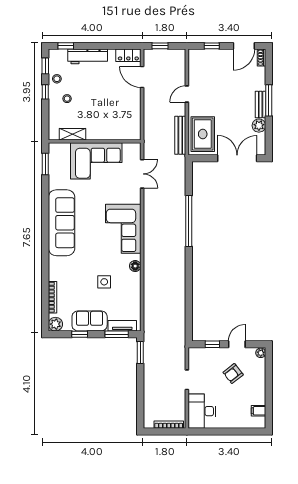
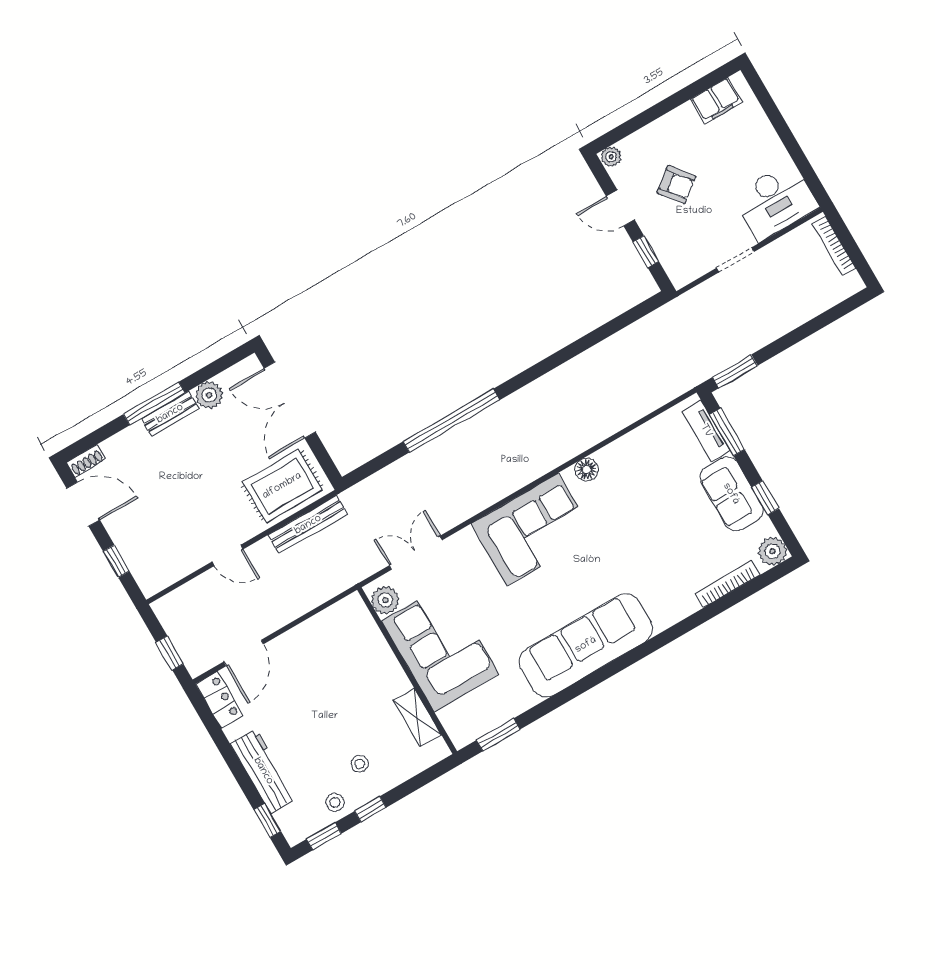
plant: (130, 149) -> (385, 600), added
side table: (104, 282) -> (647, 508), removed
filing cabinet: (259, 411) -> (716, 101), width x2.00

